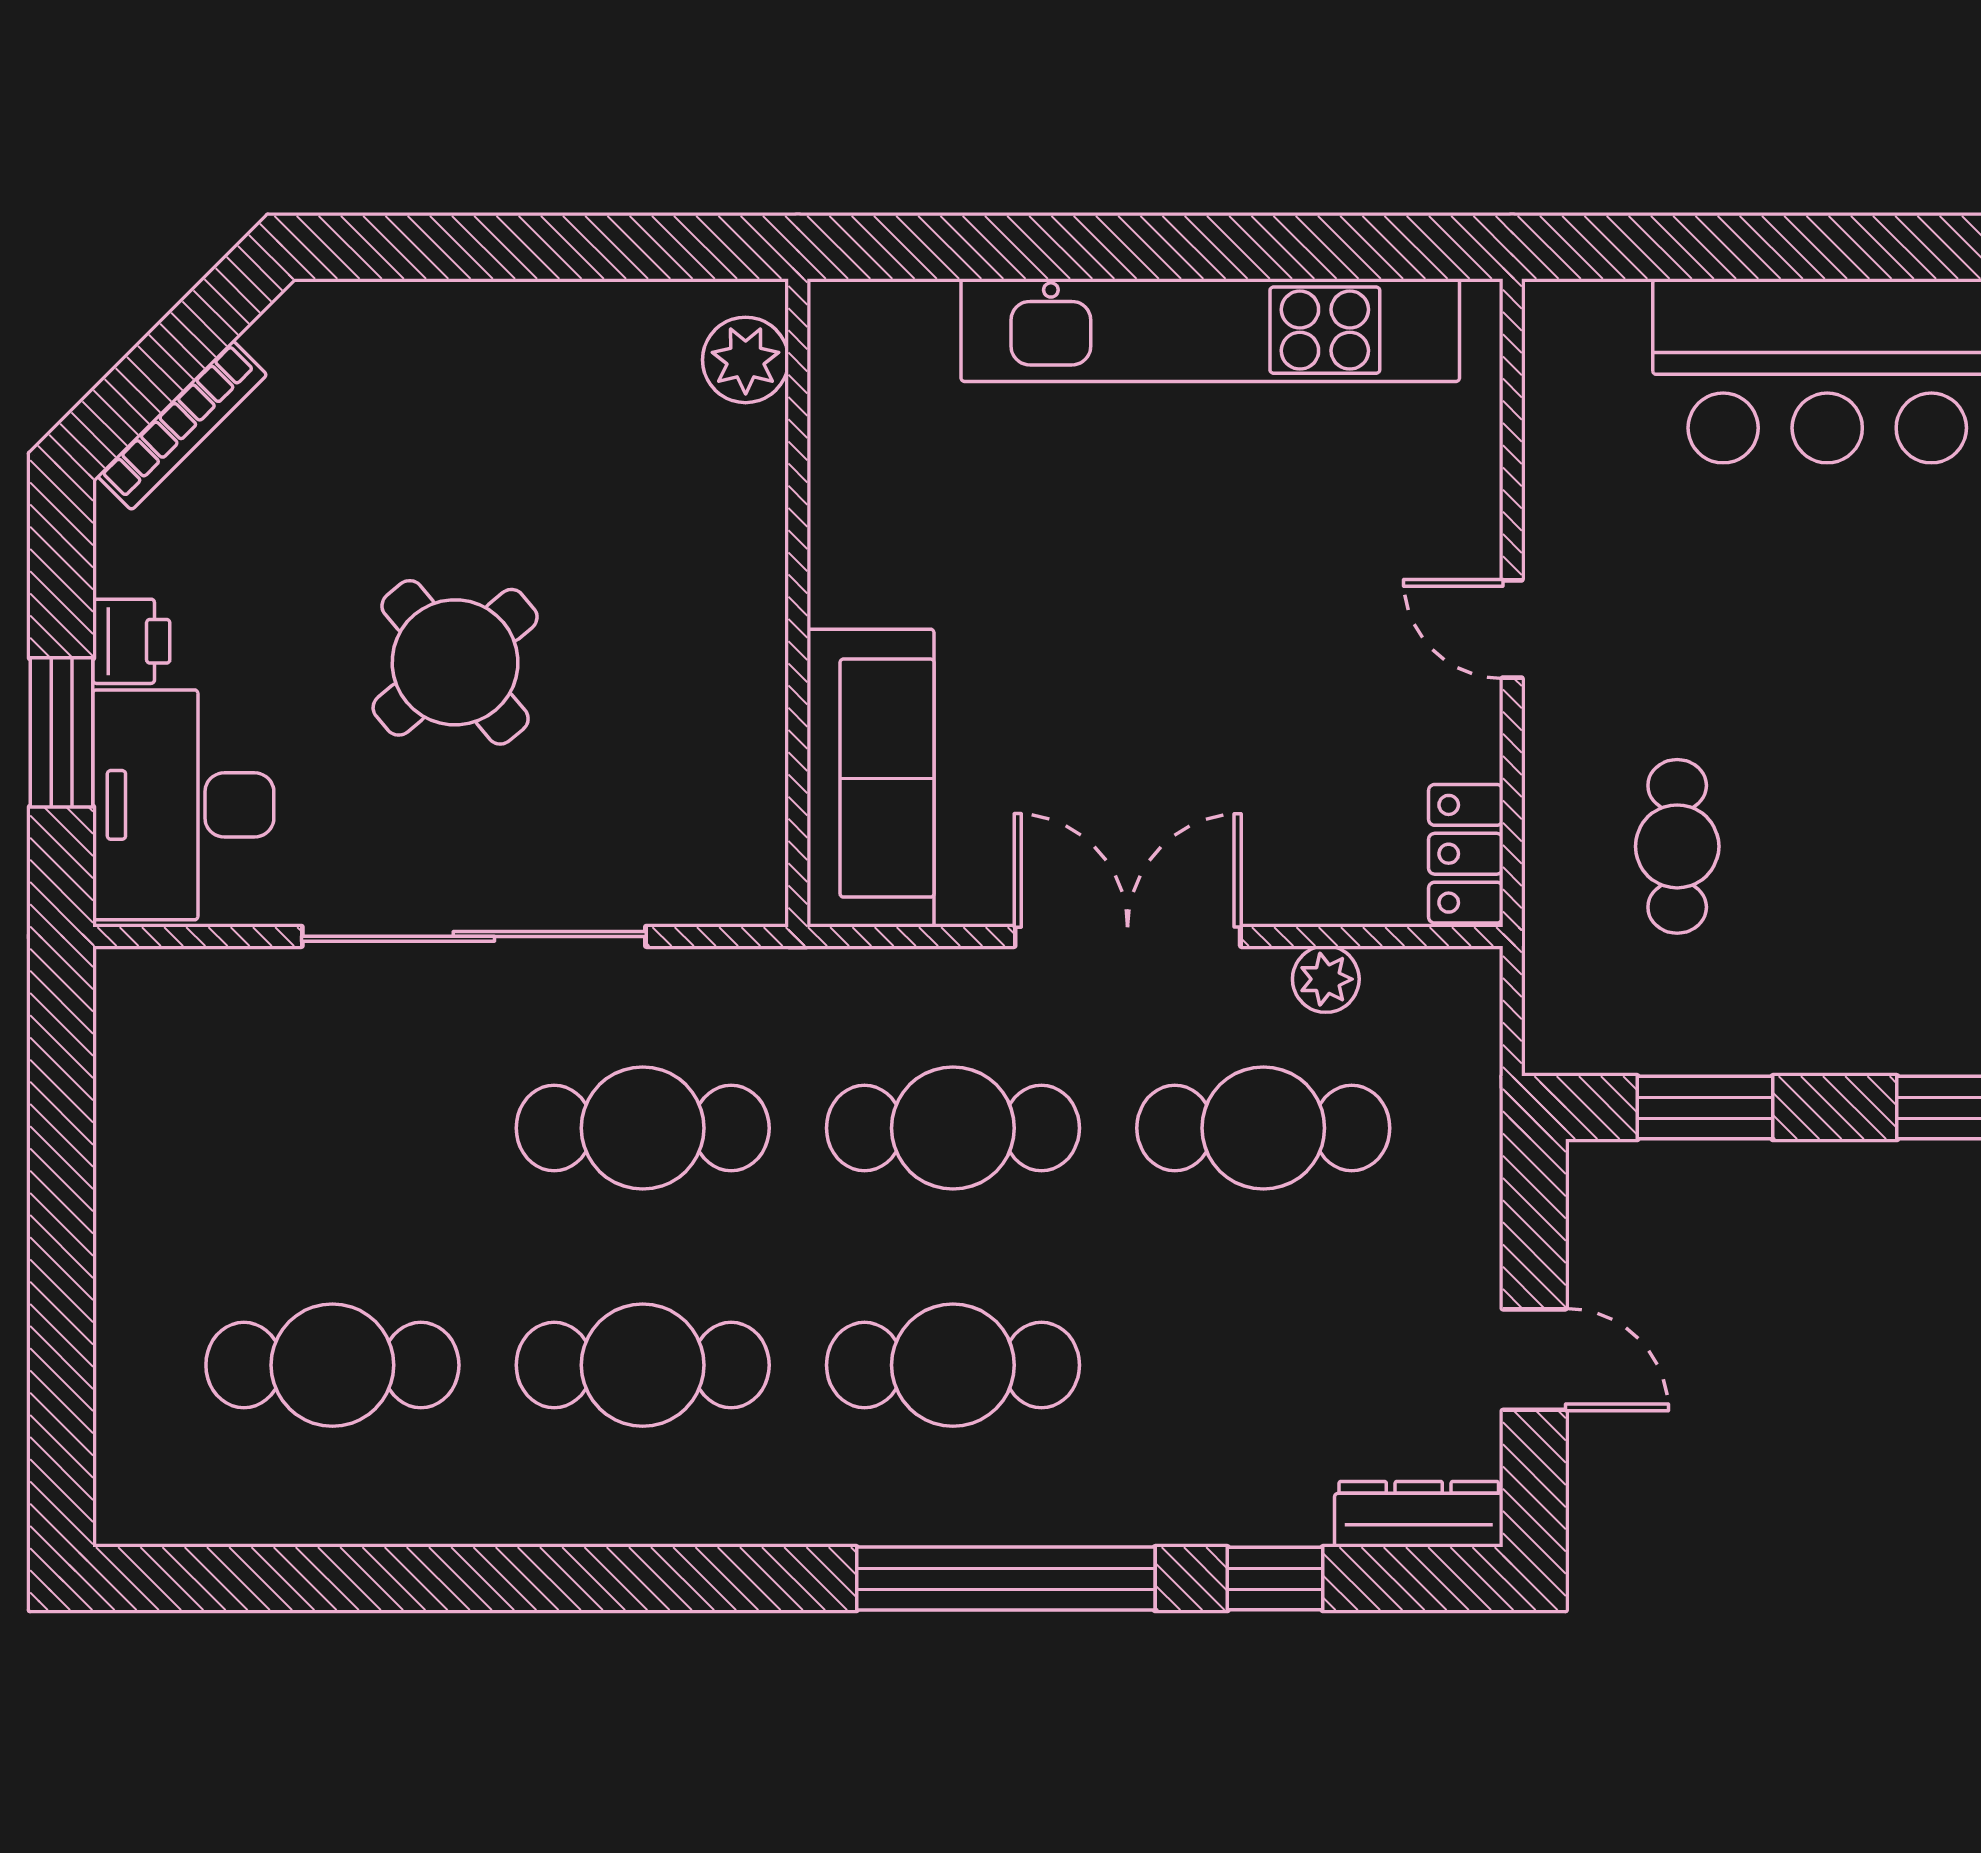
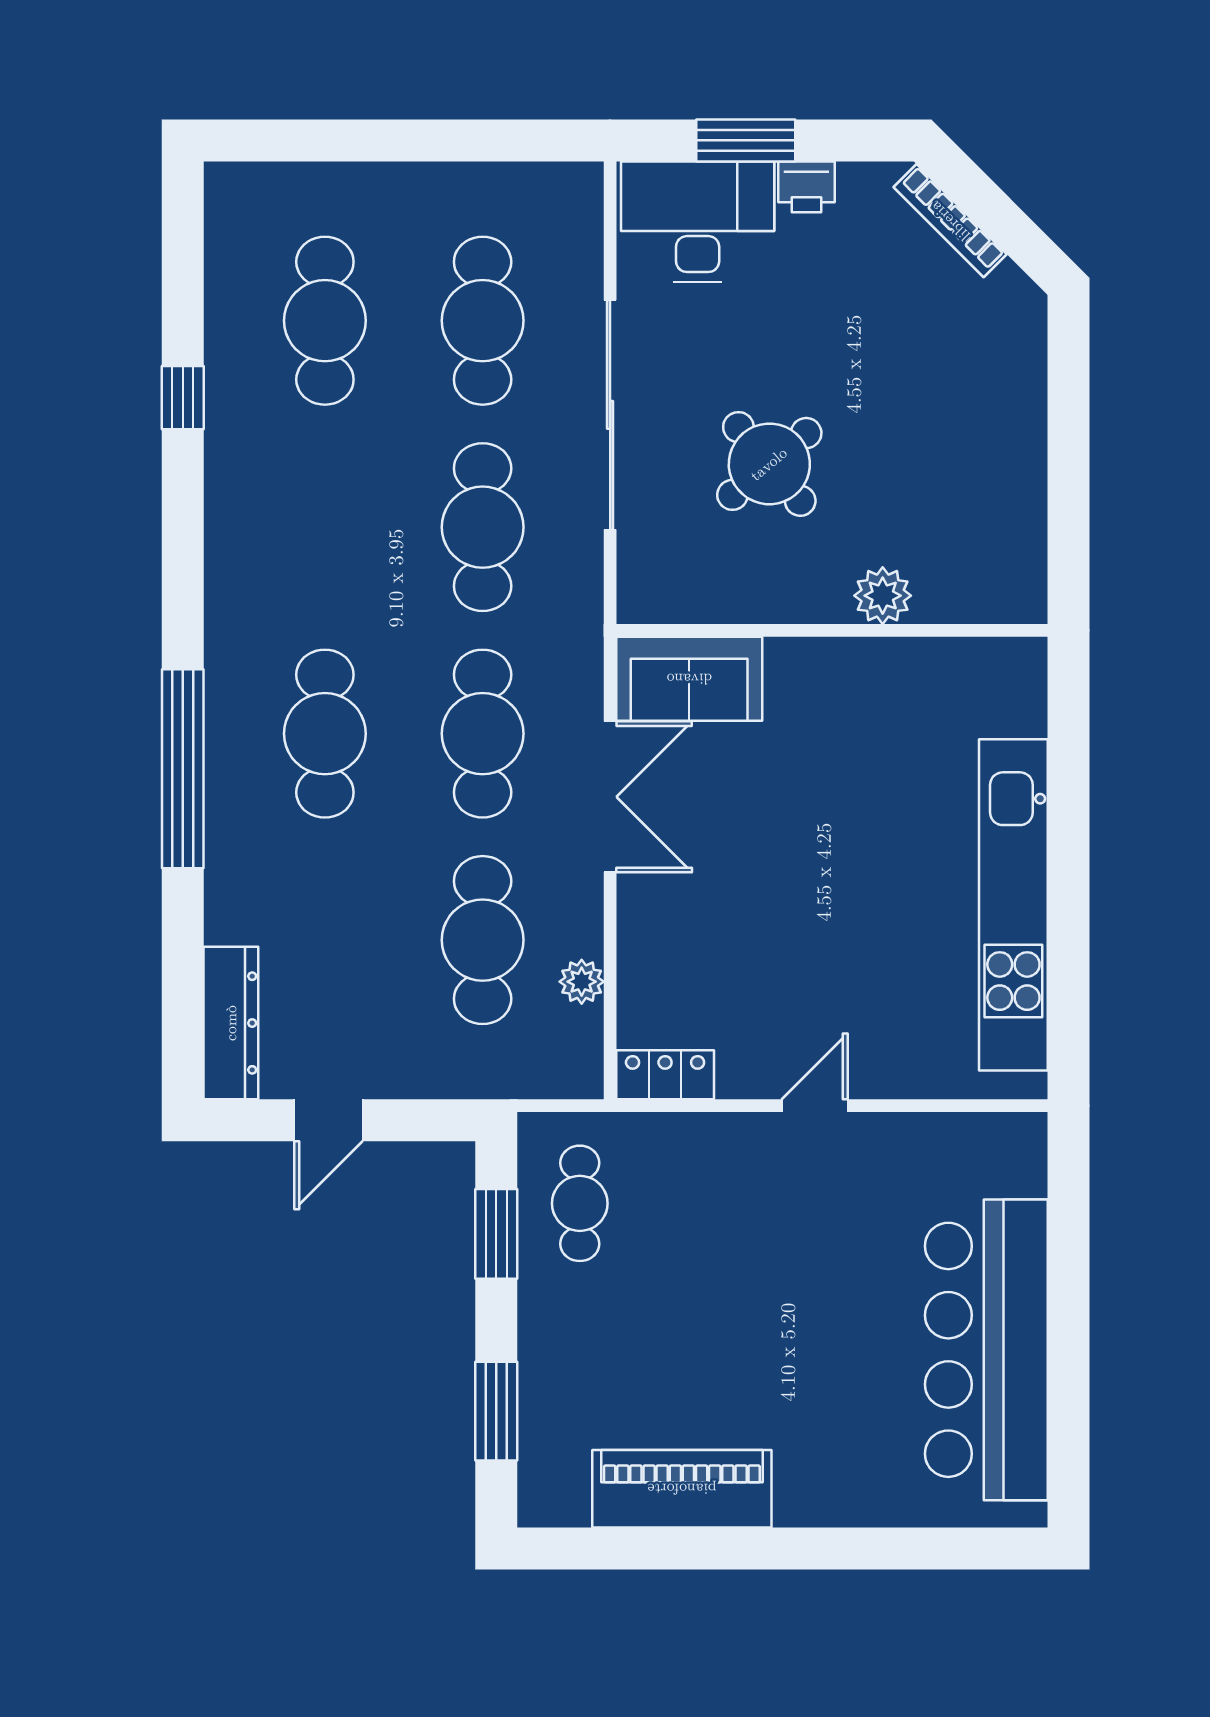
plant: (746, 360) -> (883, 596), moved
round table: (455, 662) -> (769, 464), moved
sofa: (871, 778) -> (689, 679), width x0.73
cafe table: (1677, 846) -> (580, 1203), moved, turned 90
double door: (1128, 936) -> (610, 797), moved
cafe table: (643, 1365) -> (483, 321), moved
dresser: (1419, 1514) -> (231, 1023), width x1.37, depth x1.24
window: (1275, 1579) -> (183, 398), moved

